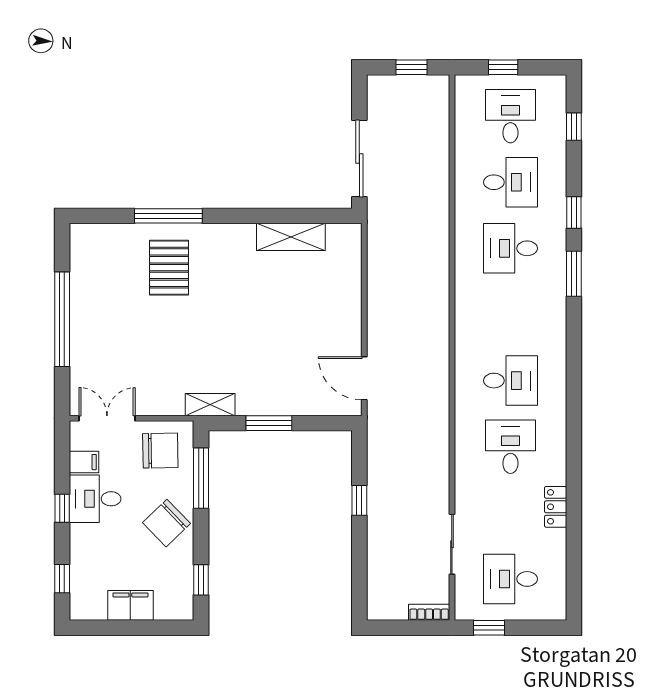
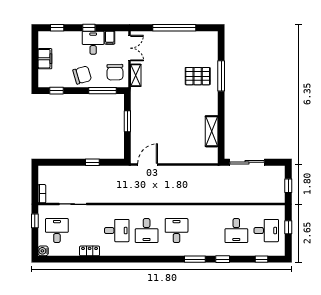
desk: (510, 248) -> (177, 231), moved
shelving: (210, 405) -> (136, 75), moved
chair: (166, 523) -> (82, 75), turned 118
water cooler: (555, 609) -> (43, 251), added

